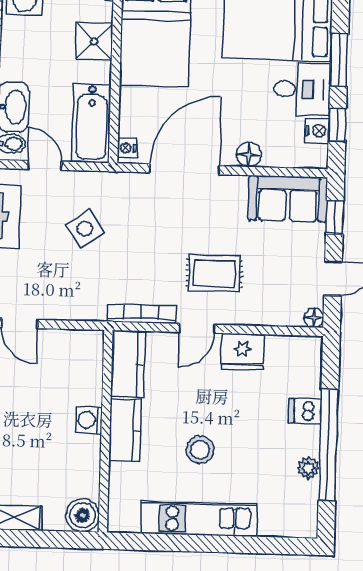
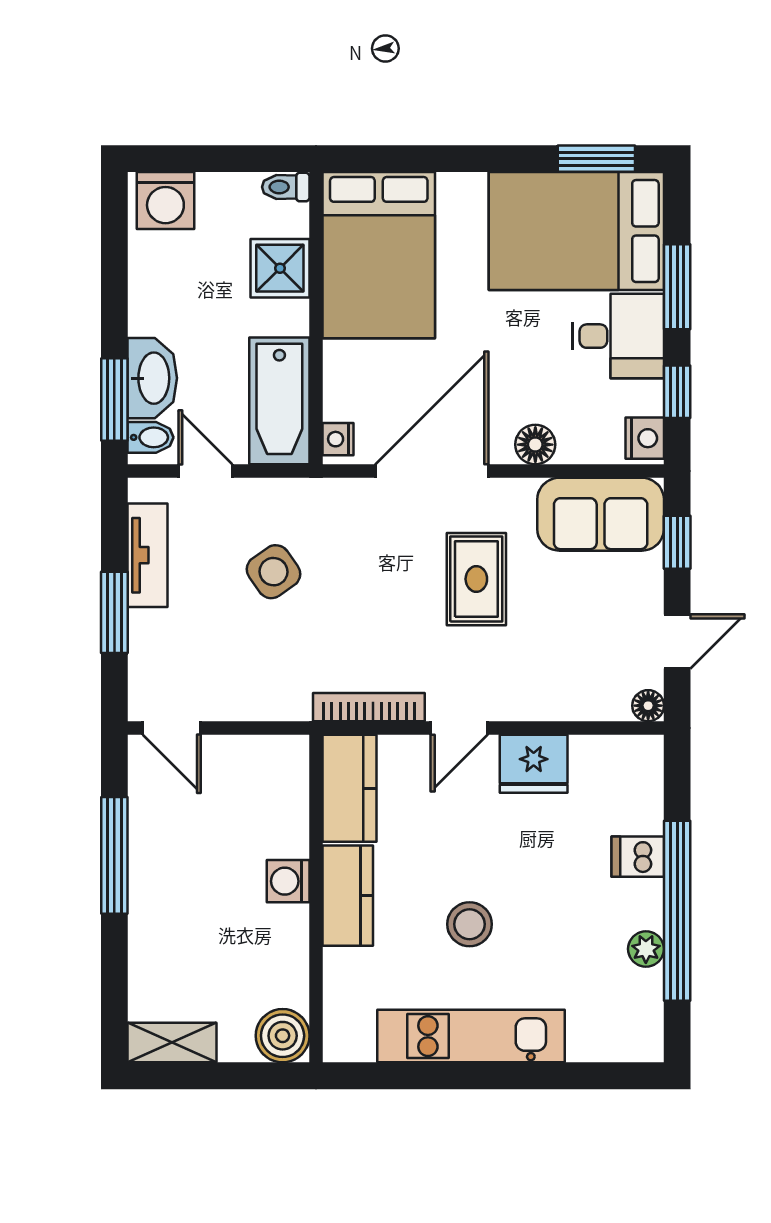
nightstand: (317, 131) -> (645, 438), moved
rug: (214, 273) -> (476, 579), moved, turned 90

